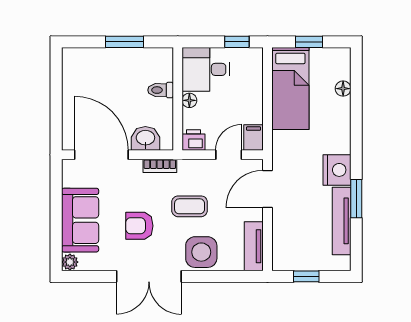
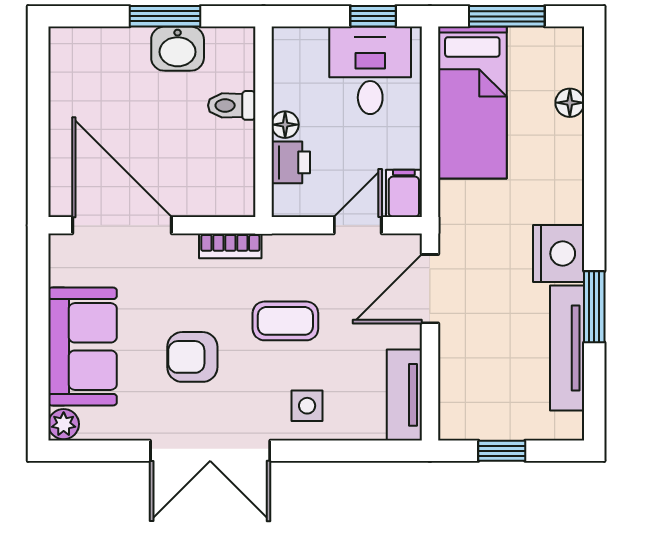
window: (309, 42) -> (507, 16), width x1.50
desk: (206, 69) -> (370, 70), moved, turned 90
washbasin: (145, 138) -> (178, 49), moved, turned 180
printer: (193, 140) -> (291, 162), moved, turned 90
side table: (201, 252) -> (307, 406), width x0.54, depth x0.54

